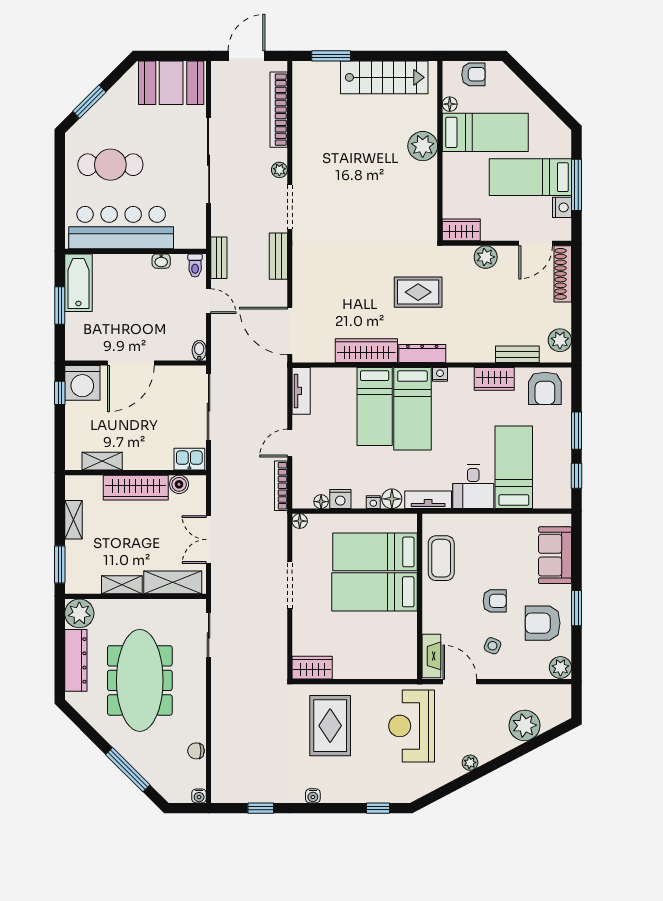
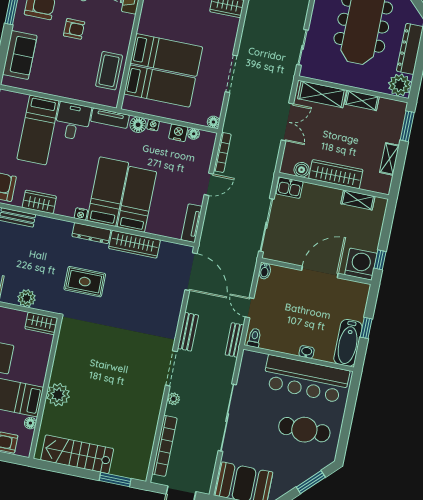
washbasin: (161, 261) -> (307, 352), moved
window: (60, 305) -> (366, 328), width x0.67
armchair: (495, 601) -> (74, 29), turned 180

